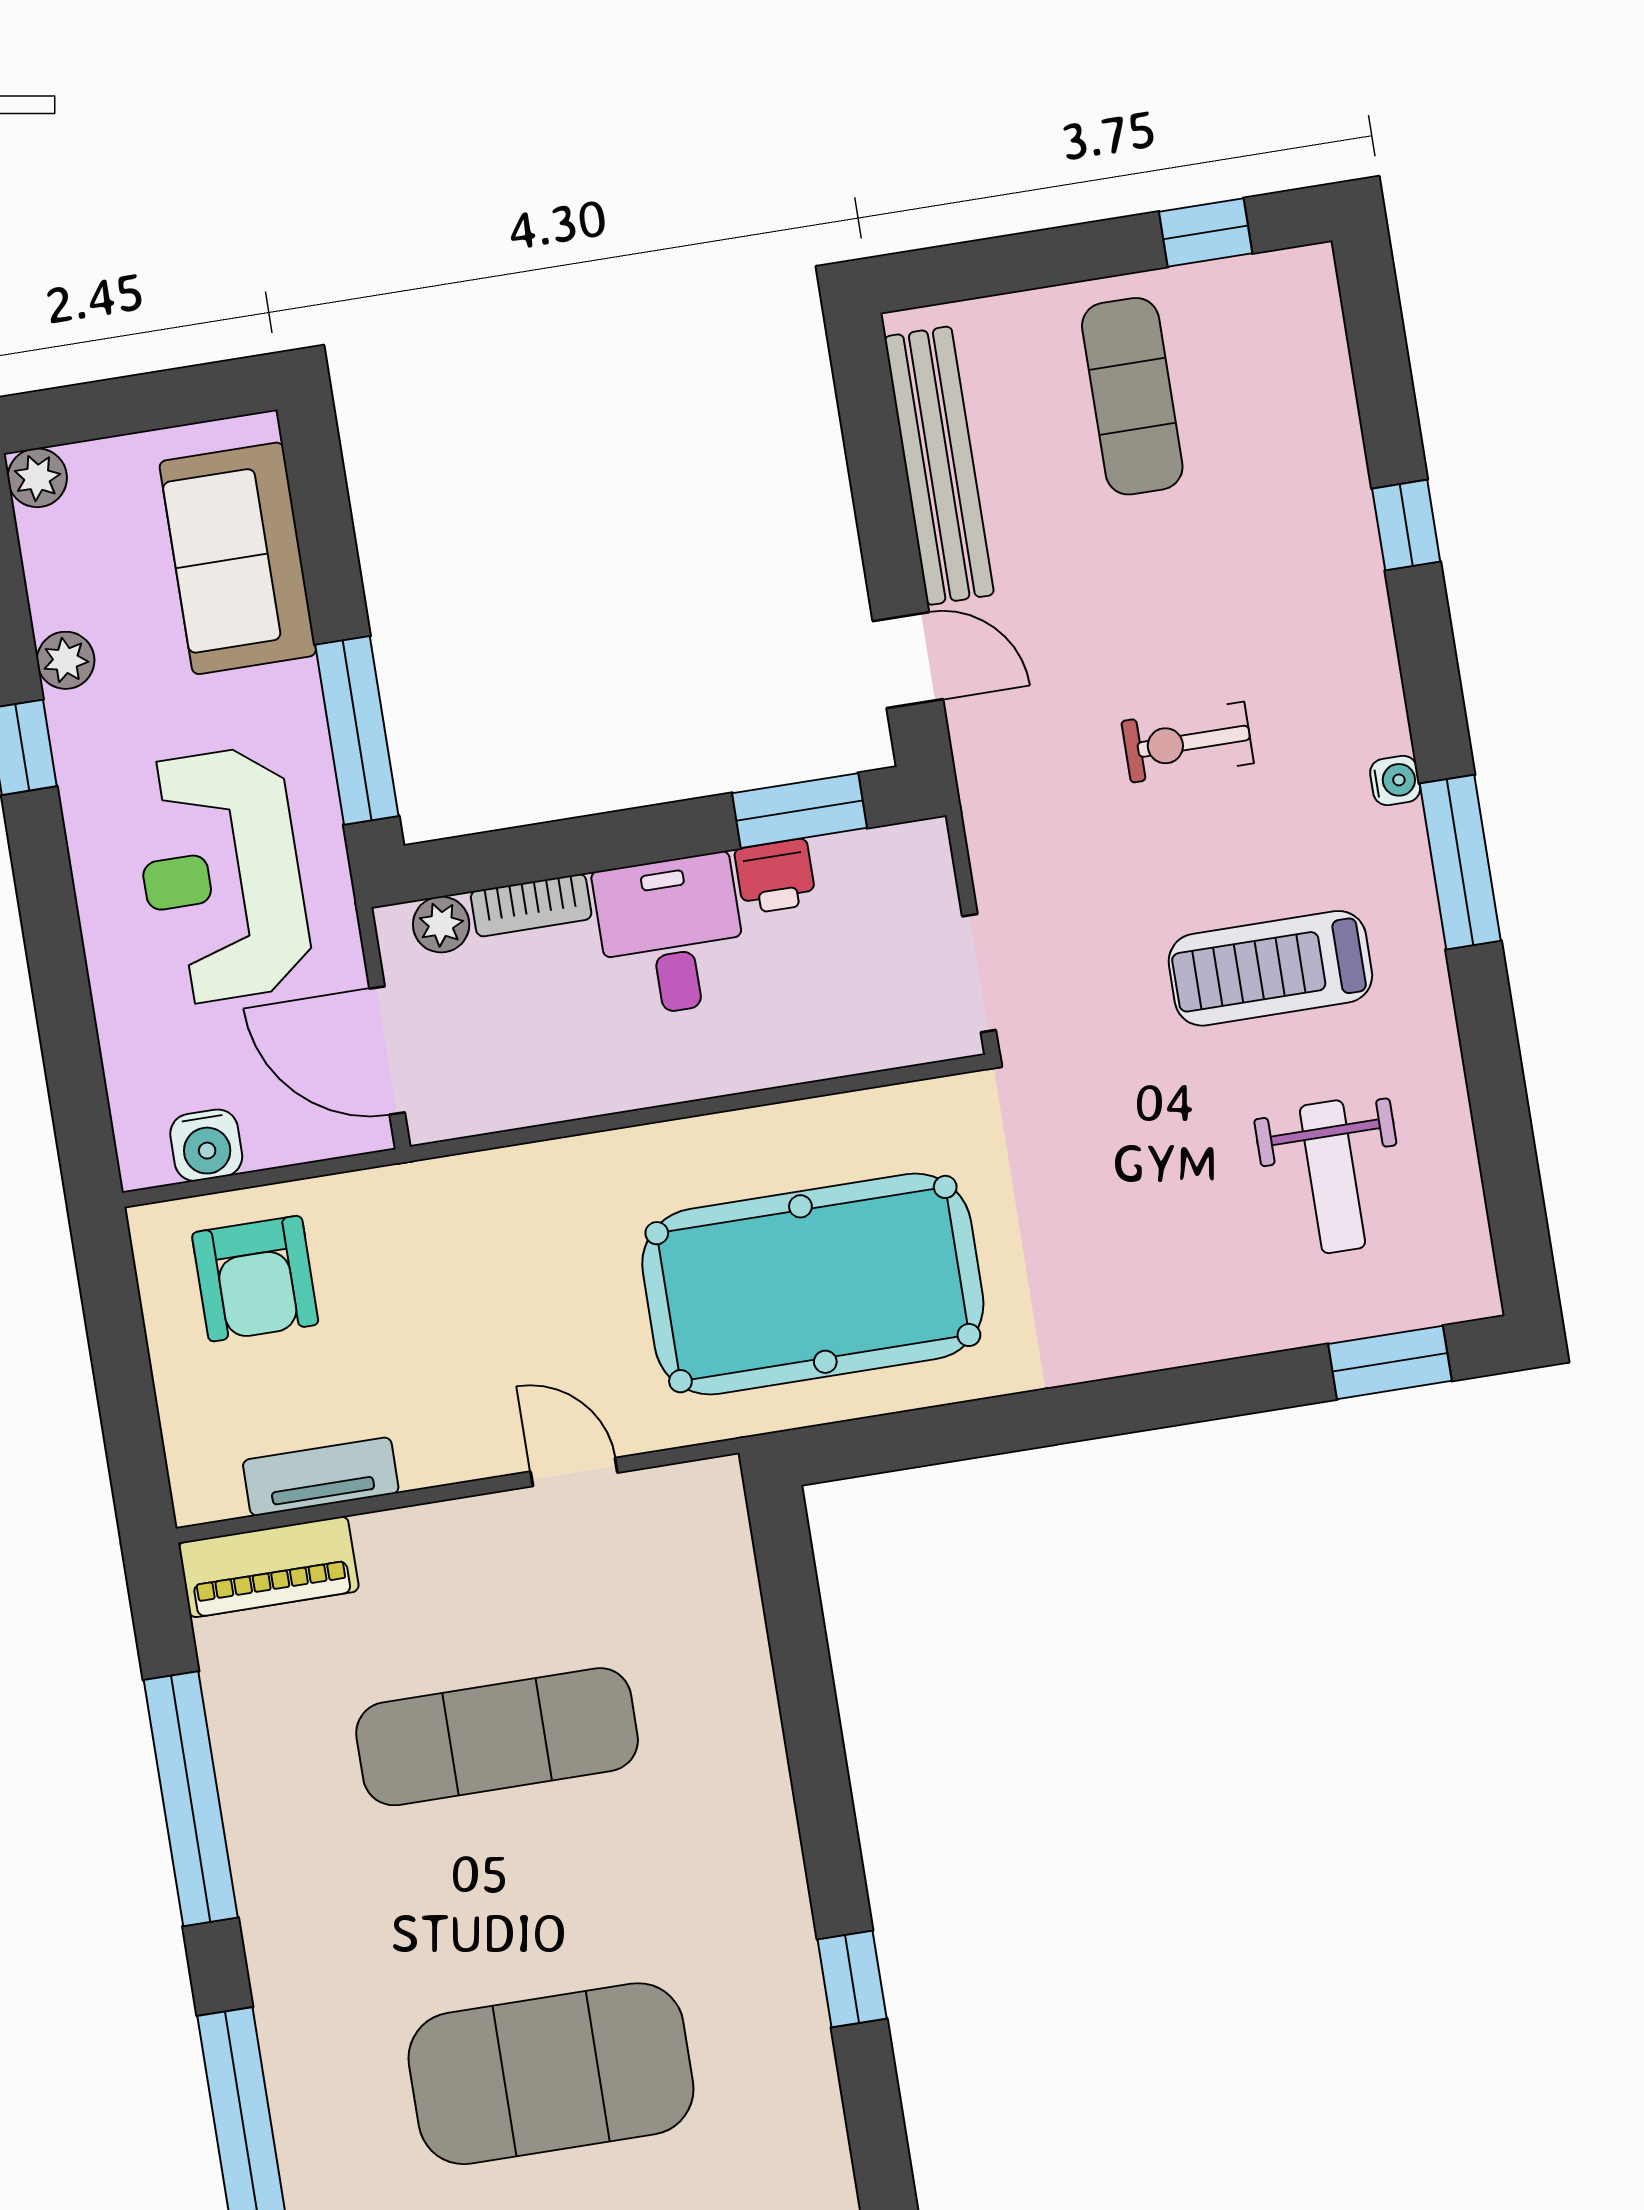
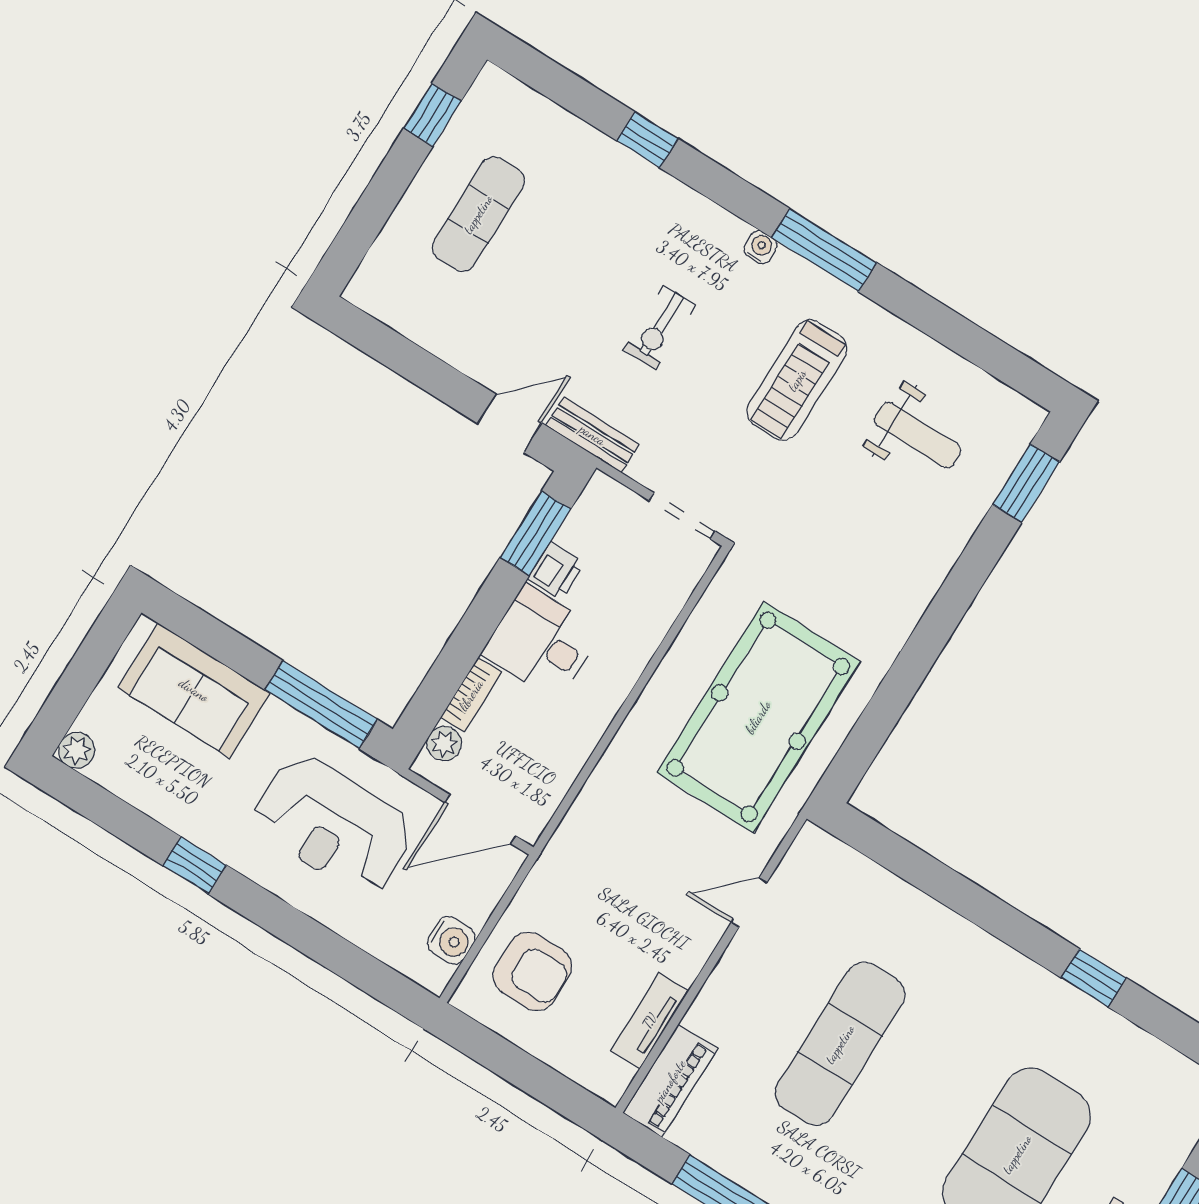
exercise mat: (1132, 396) -> (478, 214), turned 90
bench: (939, 466) -> (593, 435), moved, width x0.54, depth x0.82
plant: (66, 660) -> (172, 810), removed

